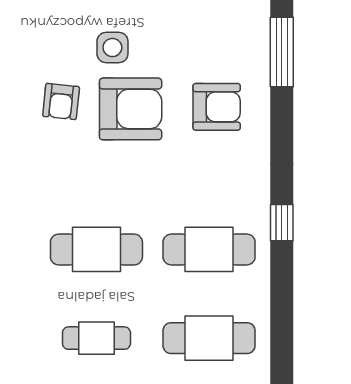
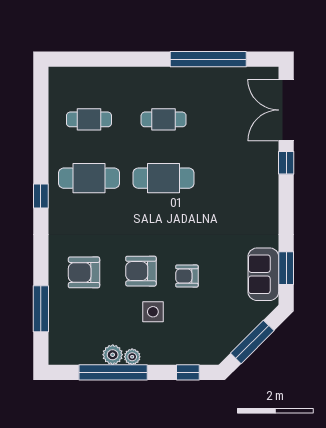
armchair: (61, 101) -> (187, 276), turned -96
armchair: (131, 109) -> (141, 271), width x0.73, depth x0.73
cafe table: (209, 338) -> (89, 119), width x0.73, depth x0.74

